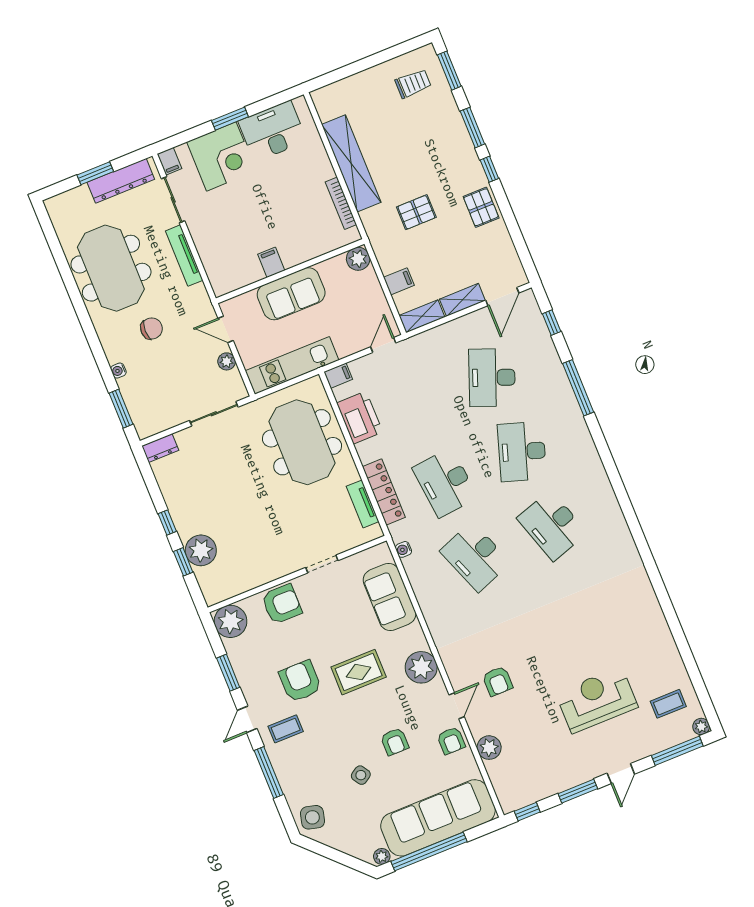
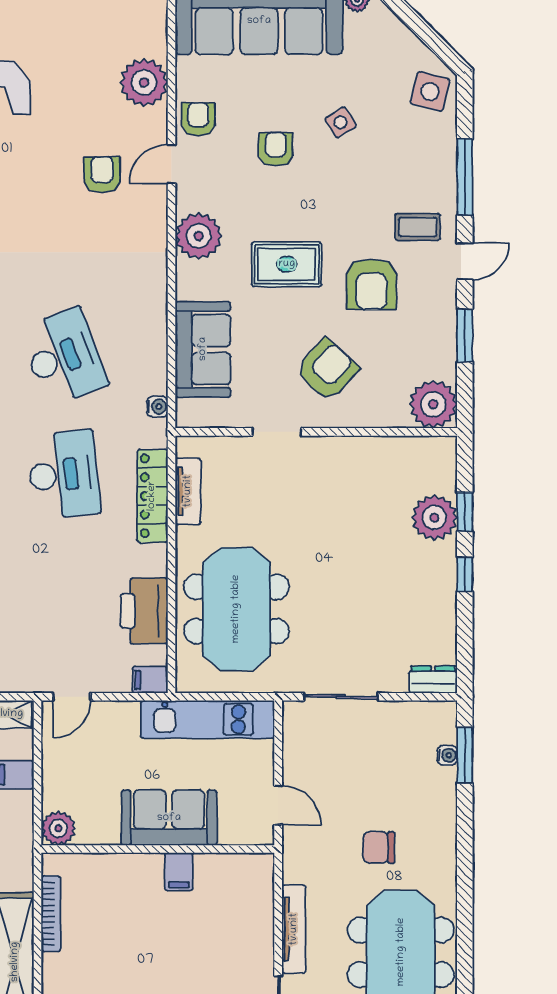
plant: (227, 361) -> (295, 761), removed
water cooler: (118, 371) -> (447, 755), moved
armchair: (282, 604) -> (327, 370), moved, turned 132
plant: (489, 748) -> (144, 82), width x1.36, depth x1.36

